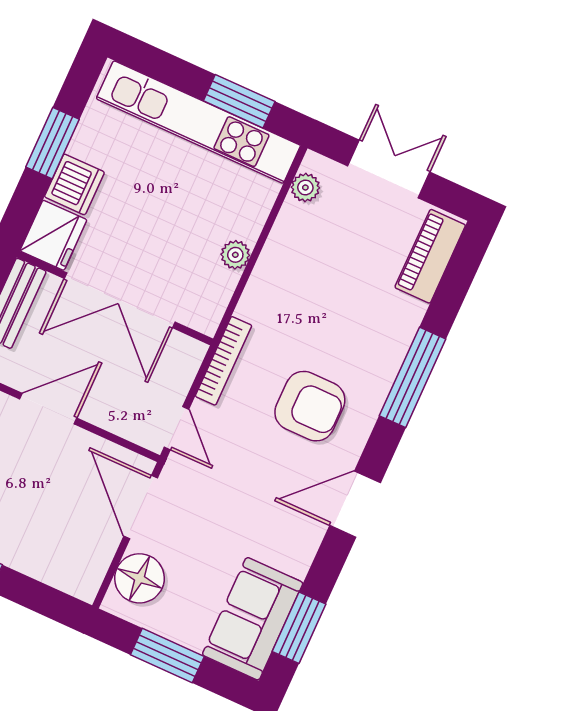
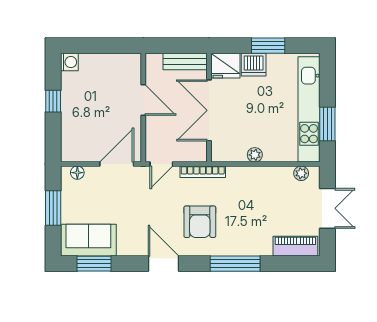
floor lamp: (140, 578) -> (77, 173), width x0.53, depth x0.53

